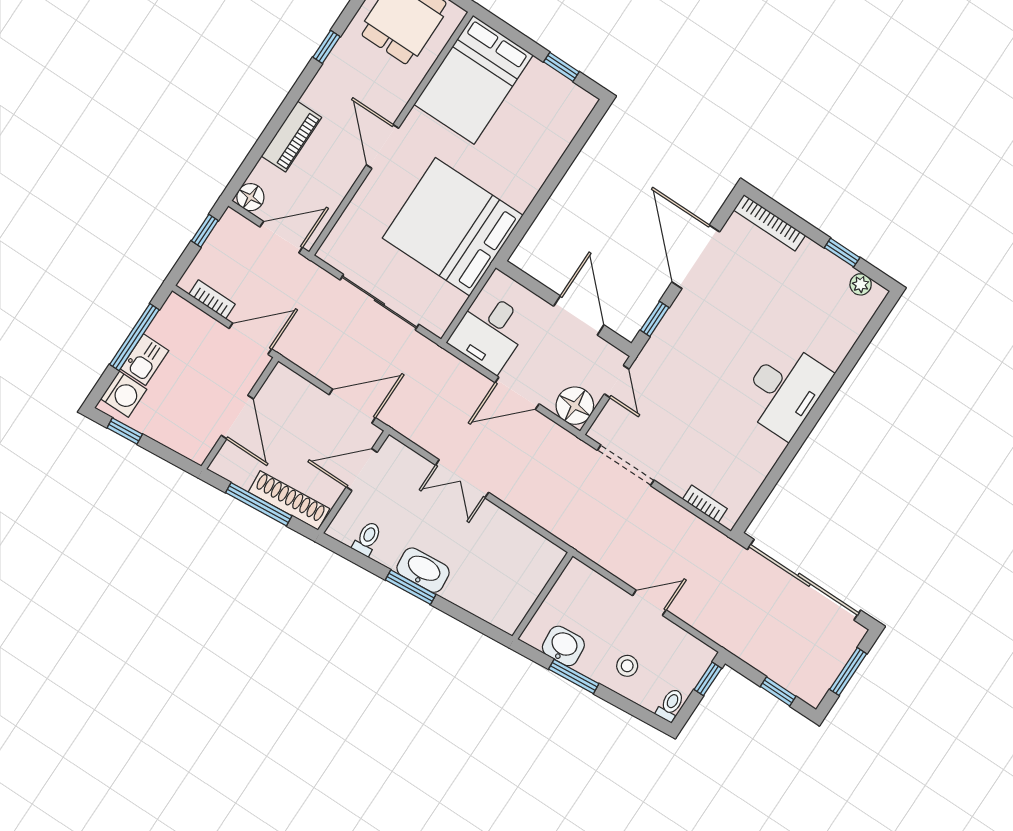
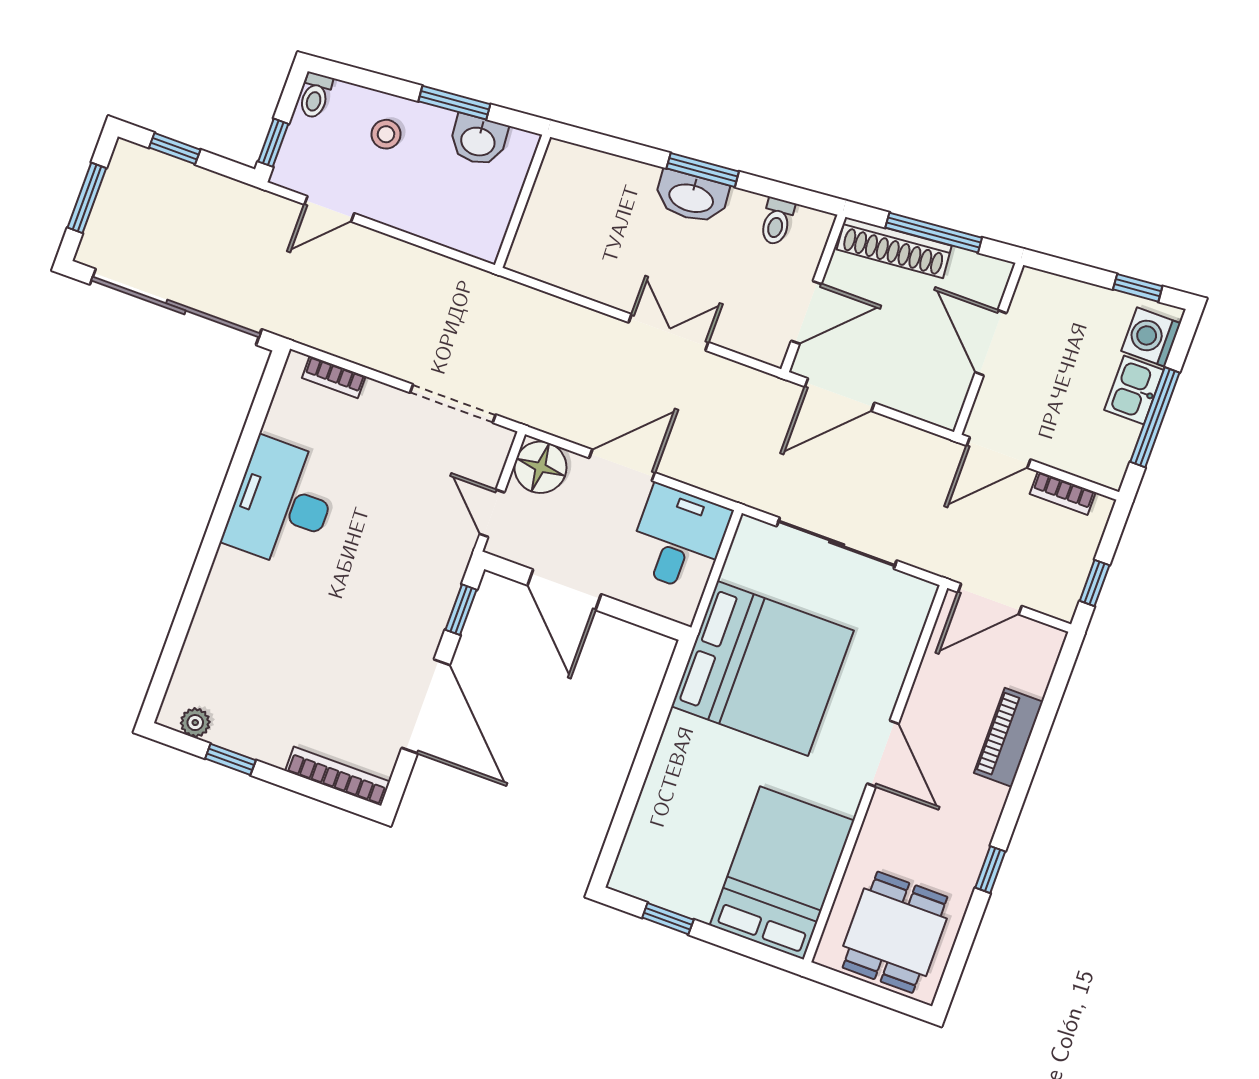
floor lamp: (250, 197) -> (1044, 643), removed
desk: (785, 390) -> (282, 503), moved
door: (649, 603) -> (329, 209), moved

